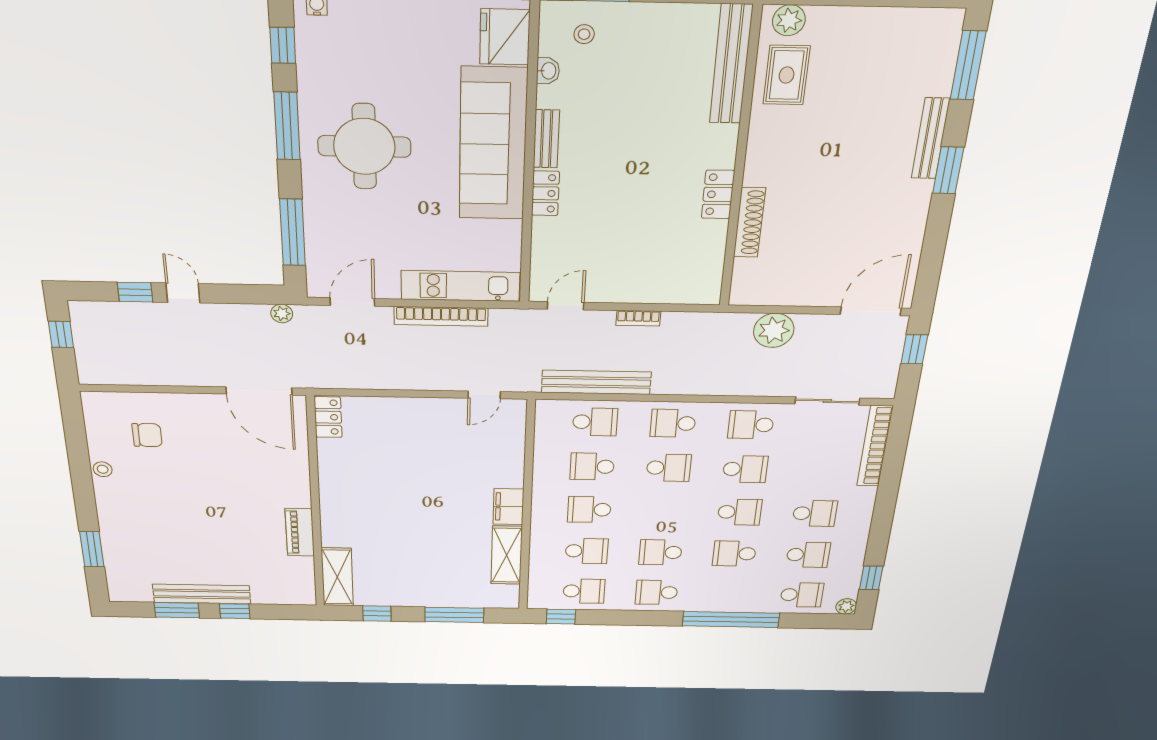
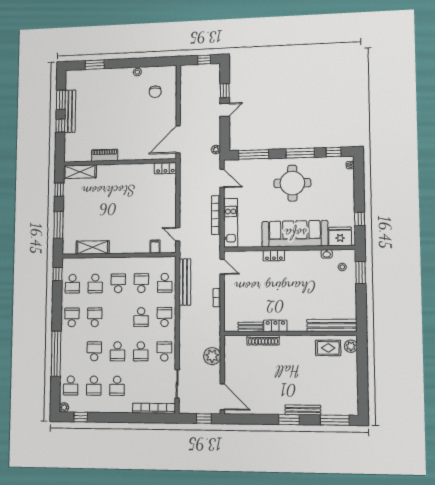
bench: (546, 139) -> (250, 327), moved
filing cabinet: (508, 507) -> (155, 247), moved, width x0.50

